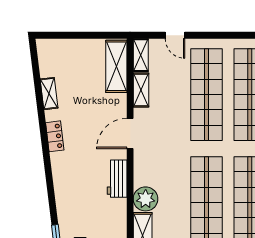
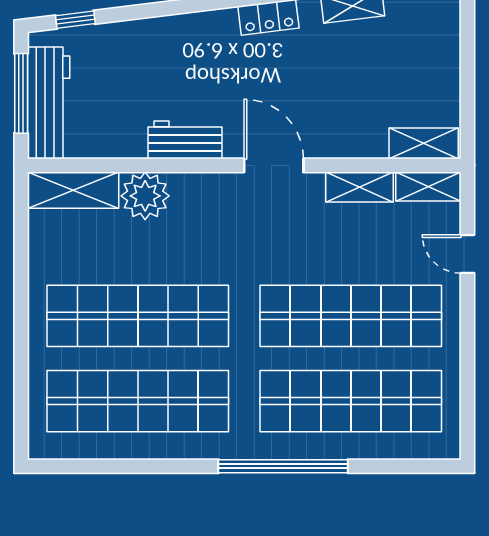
door: (175, 35) -> (467, 254), hinge flipped
shelving: (116, 66) -> (424, 143), width x0.67, depth x0.75

